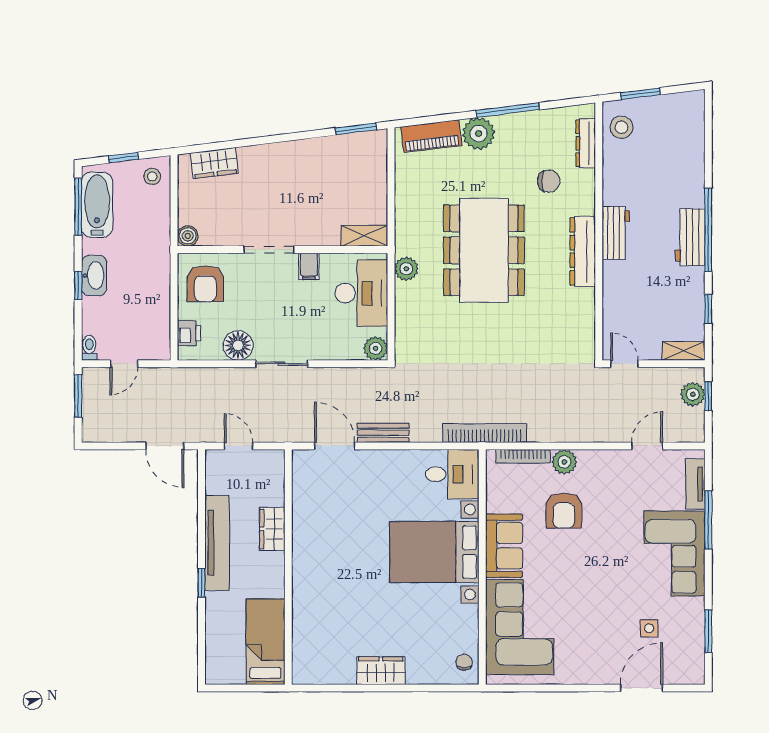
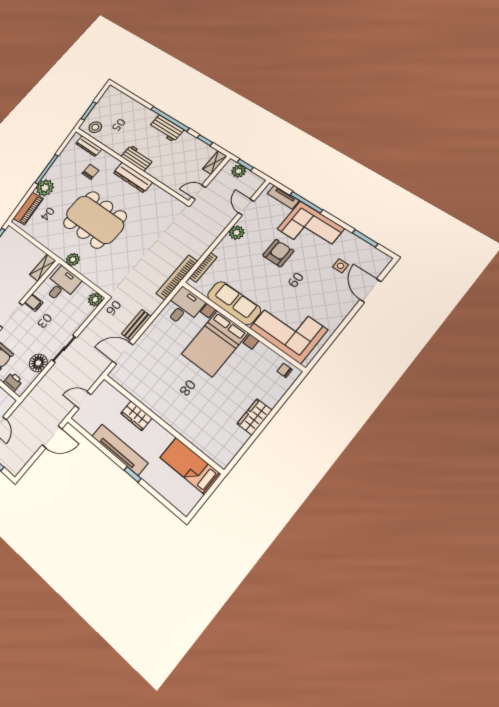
desk: (361, 293) -> (62, 285), width x0.73
plant: (564, 462) -> (237, 233), moved
armchair: (564, 511) -> (278, 253), moved, turned -90
sofa: (504, 546) -> (234, 303), width x1.36

